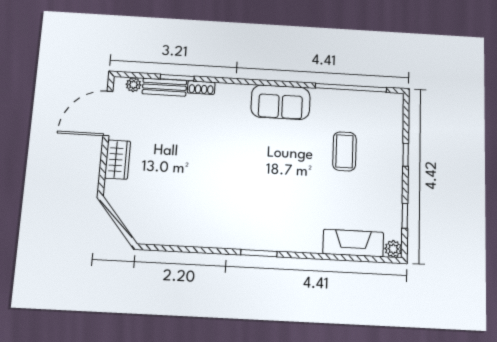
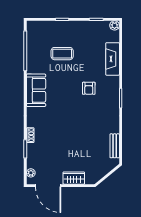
bench: (164, 87) -> (115, 146), moved
armchair: (280, 196) -> (89, 88), added
fireplace: (353, 243) -> (113, 59), moved

